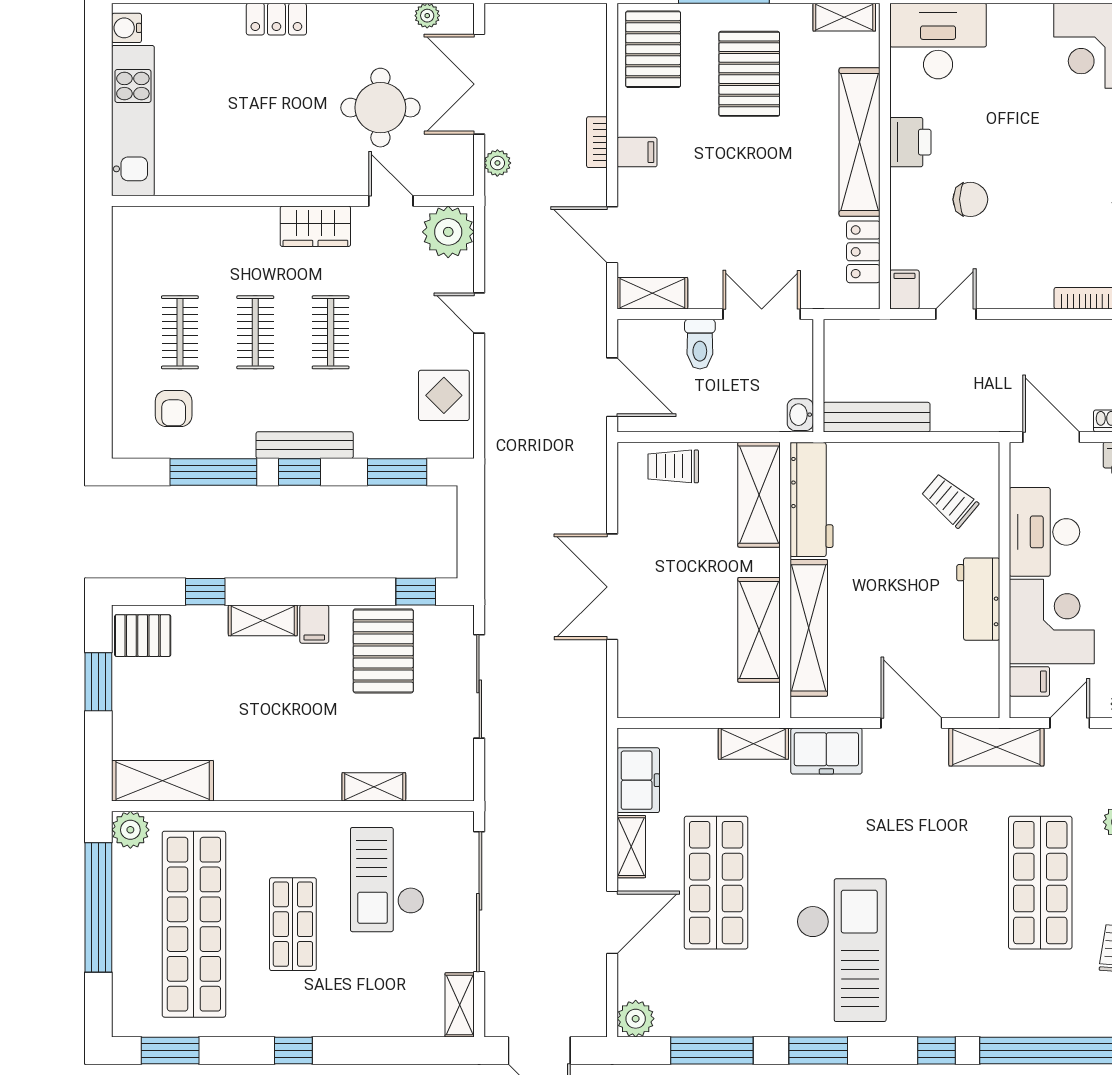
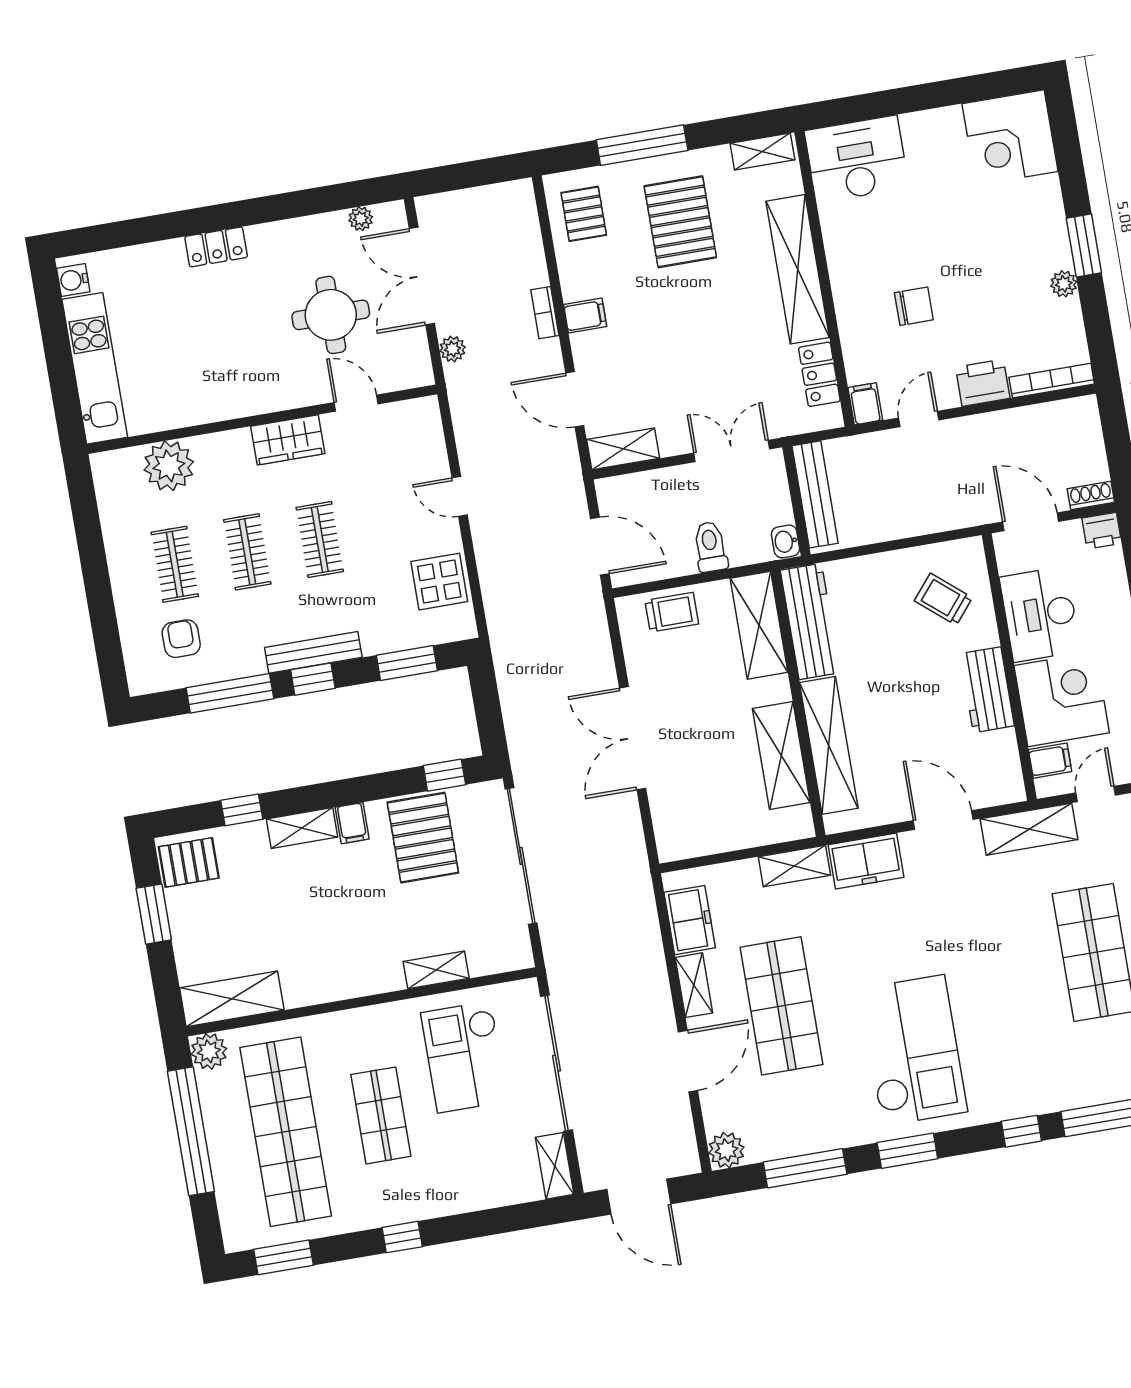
pallet: (653, 49) -> (584, 214), width x0.67, depth x0.71
printer: (910, 142) -> (983, 383), moved, turned -90
plant: (448, 232) -> (169, 466), moved
toilet: (700, 344) -> (710, 547), moved, turned 180
armchair: (174, 408) -> (181, 639), turned 180
bench: (877, 417) -> (815, 494), moved, turned 90
trolley: (673, 466) -> (672, 612), turned 180
sliding door: (479, 686) -> (521, 856), width x1.36

